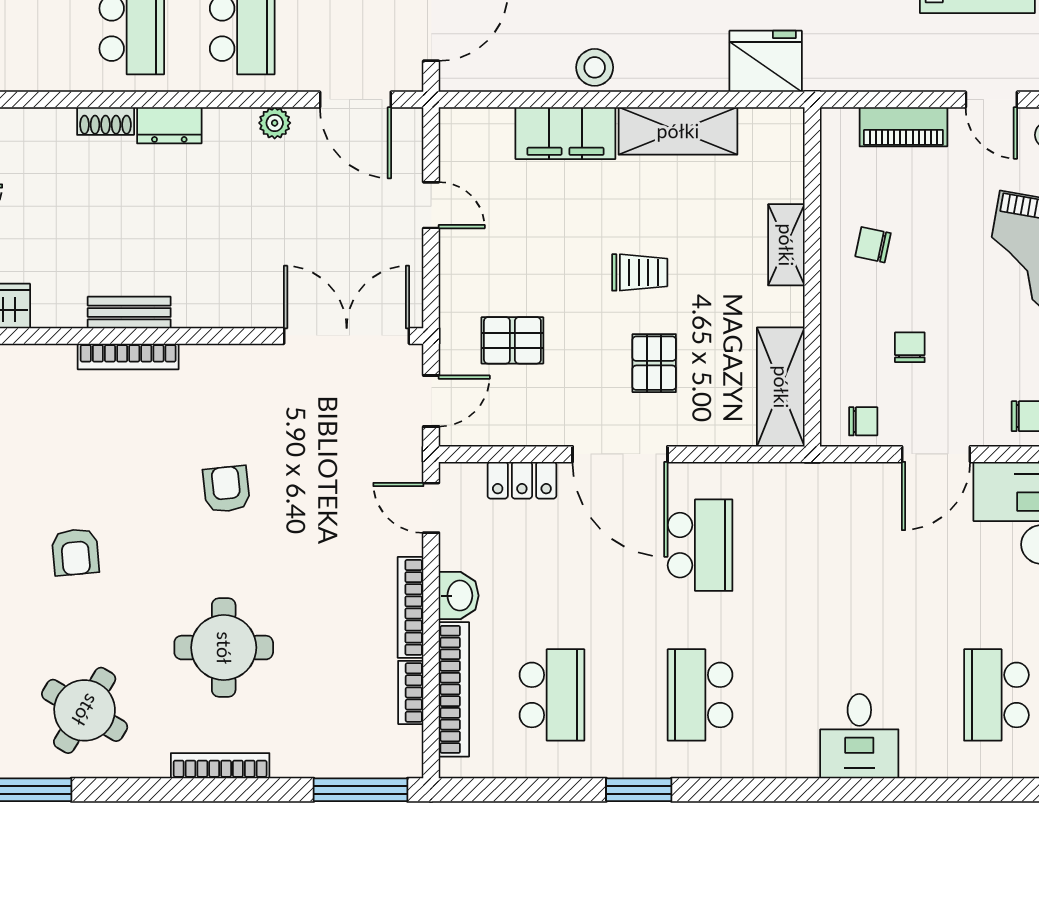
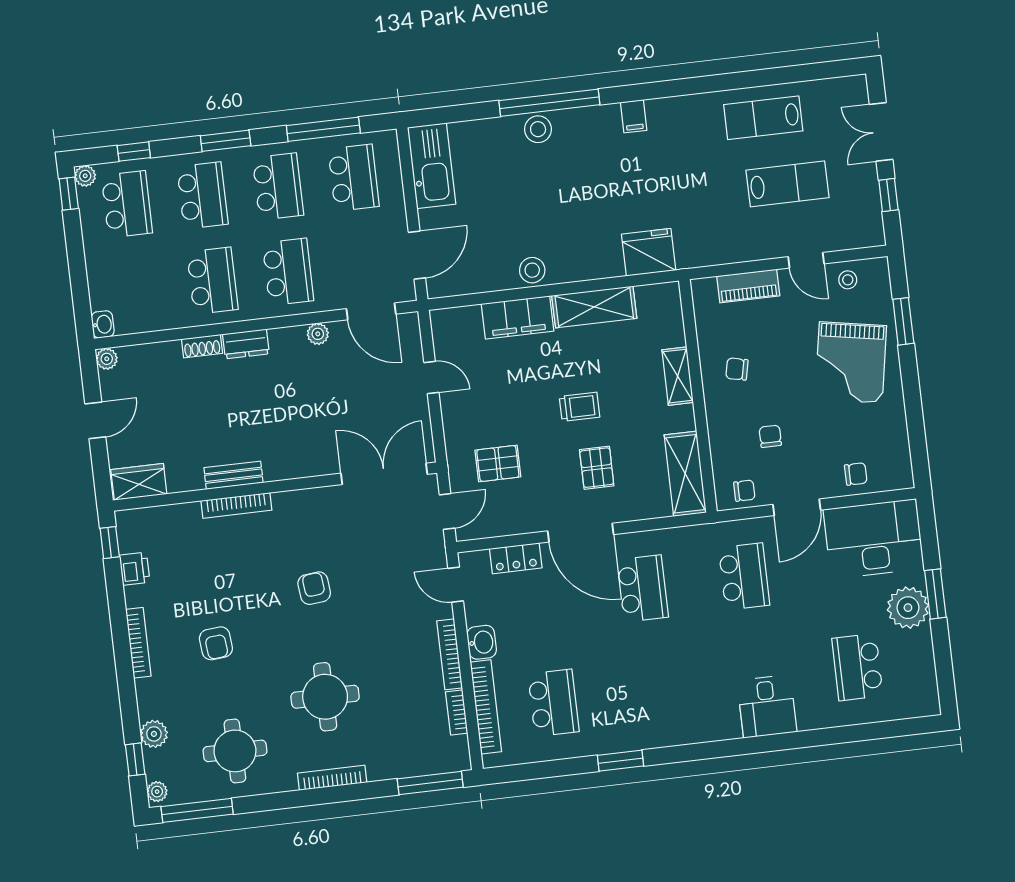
school desk: (700, 695) -> (744, 577), moved, turned 180
round table: (85, 710) -> (235, 751), turned -31

